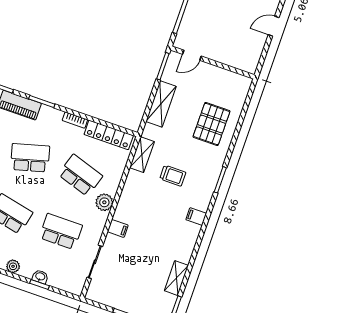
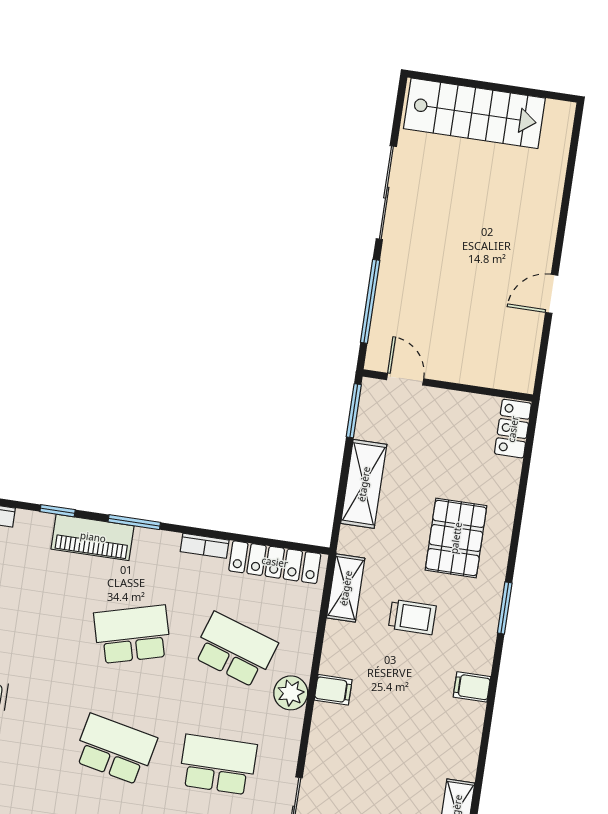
door: (192, 55) -> (405, 379), swing flipped
locker: (241, 90) -> (513, 429), added
pallet: (212, 124) -> (456, 538), moved
filing cabinet: (118, 228) -> (333, 690), moved

